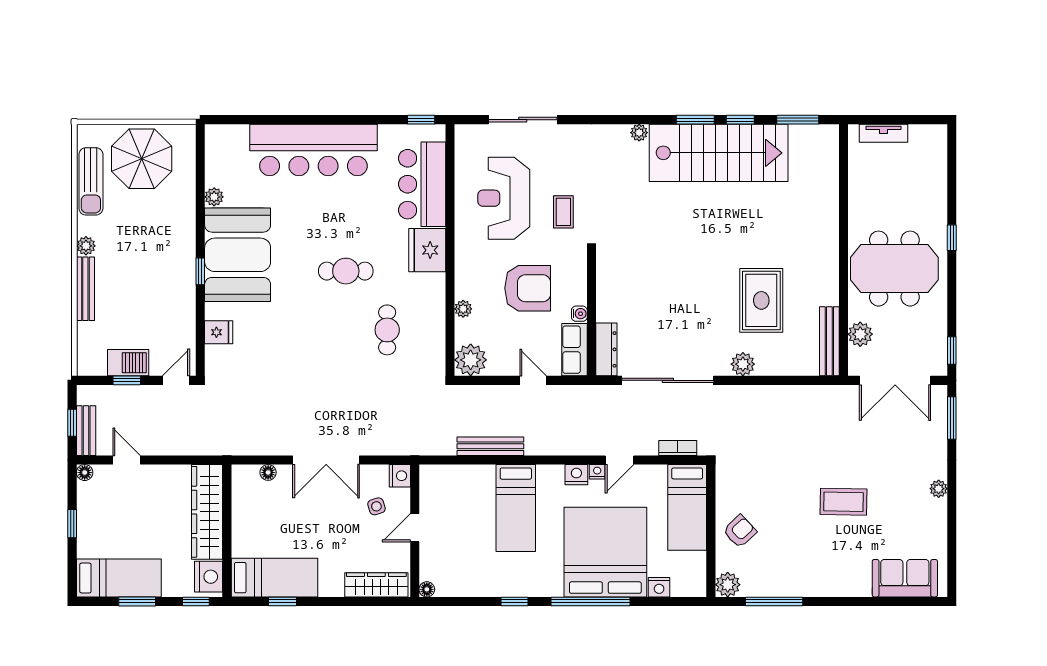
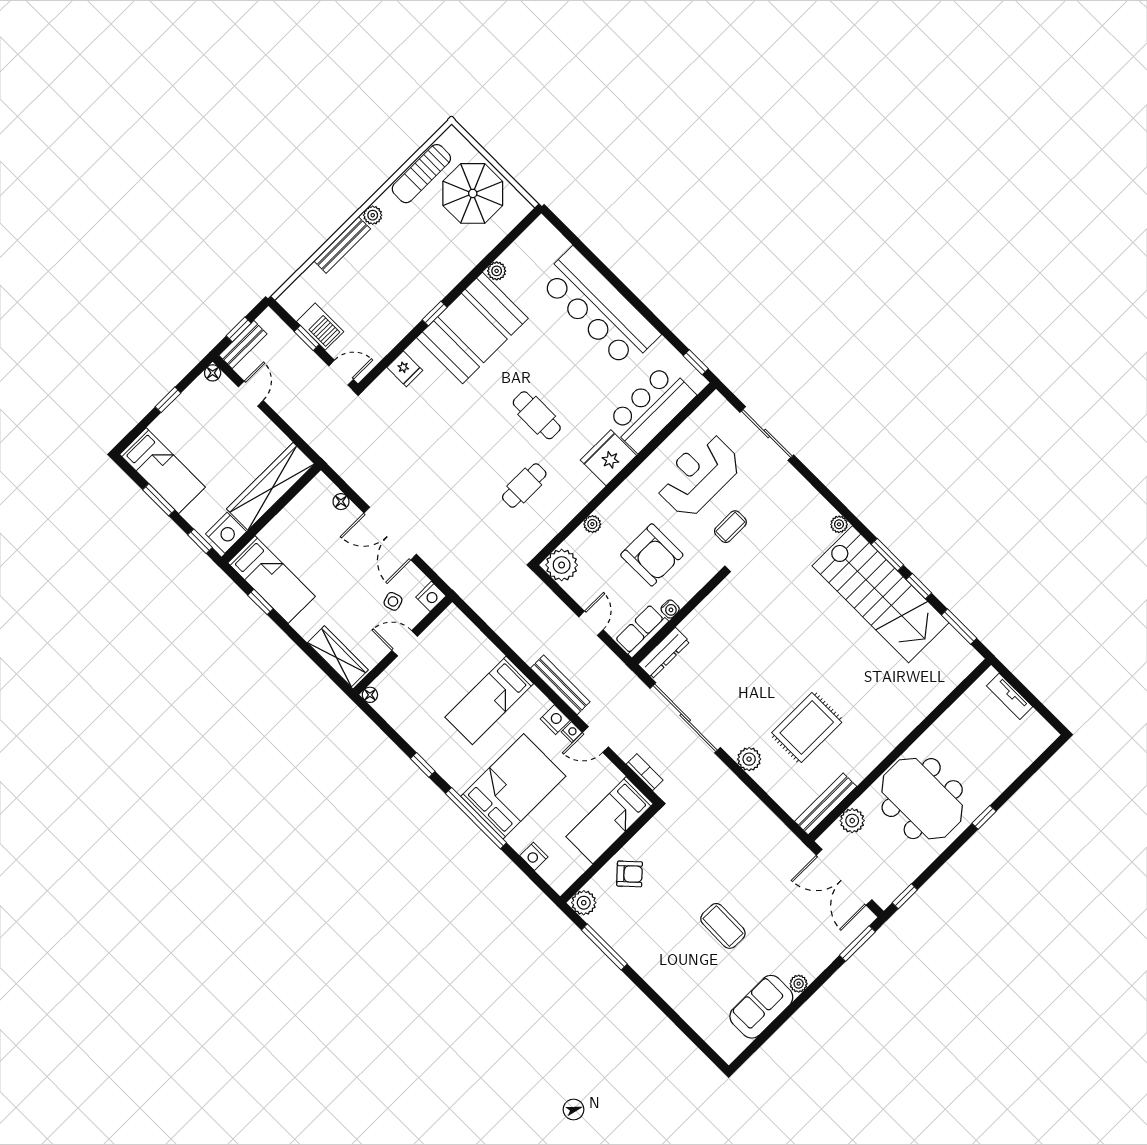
bench: (490, 446) -> (560, 685), moved
bed: (605, 552) -> (513, 786), width x0.73
sofa: (905, 578) -> (761, 1007), moved, turned -90

